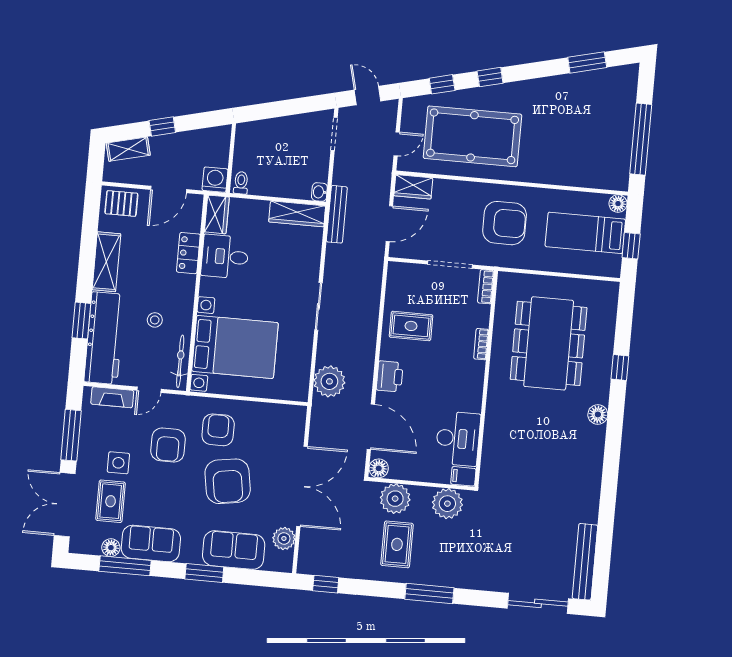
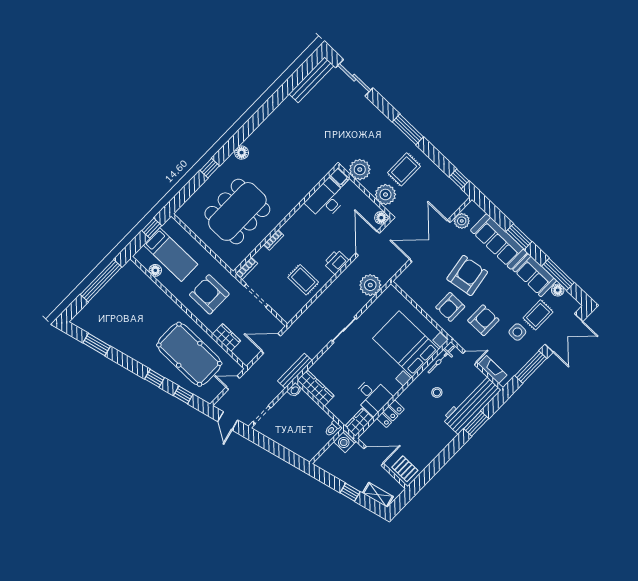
wardrobe: (413, 187) -> (227, 337), moved
floor lamp: (618, 204) -> (155, 270), moved
shelving: (106, 262) -> (438, 444), removed
sofa: (234, 550) -> (499, 241), width x1.36

